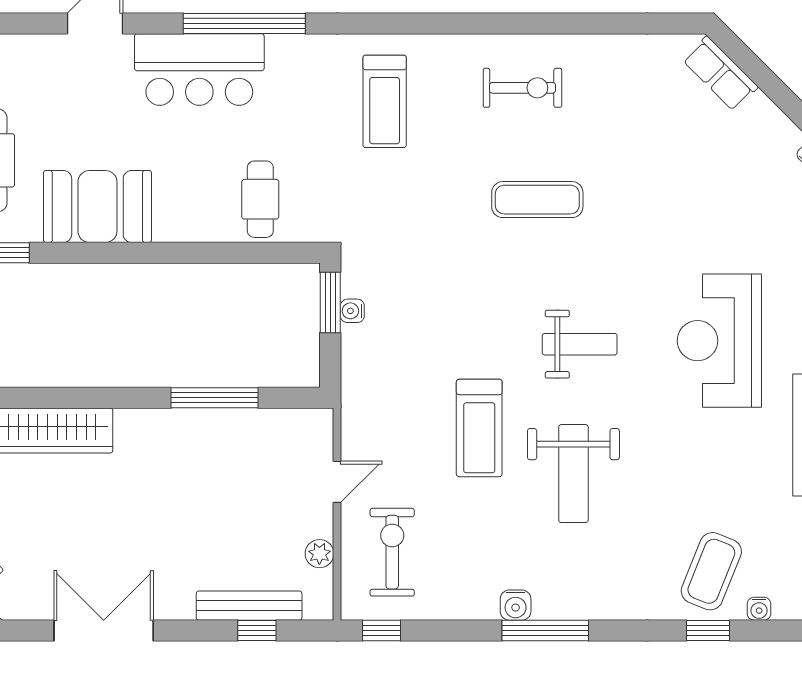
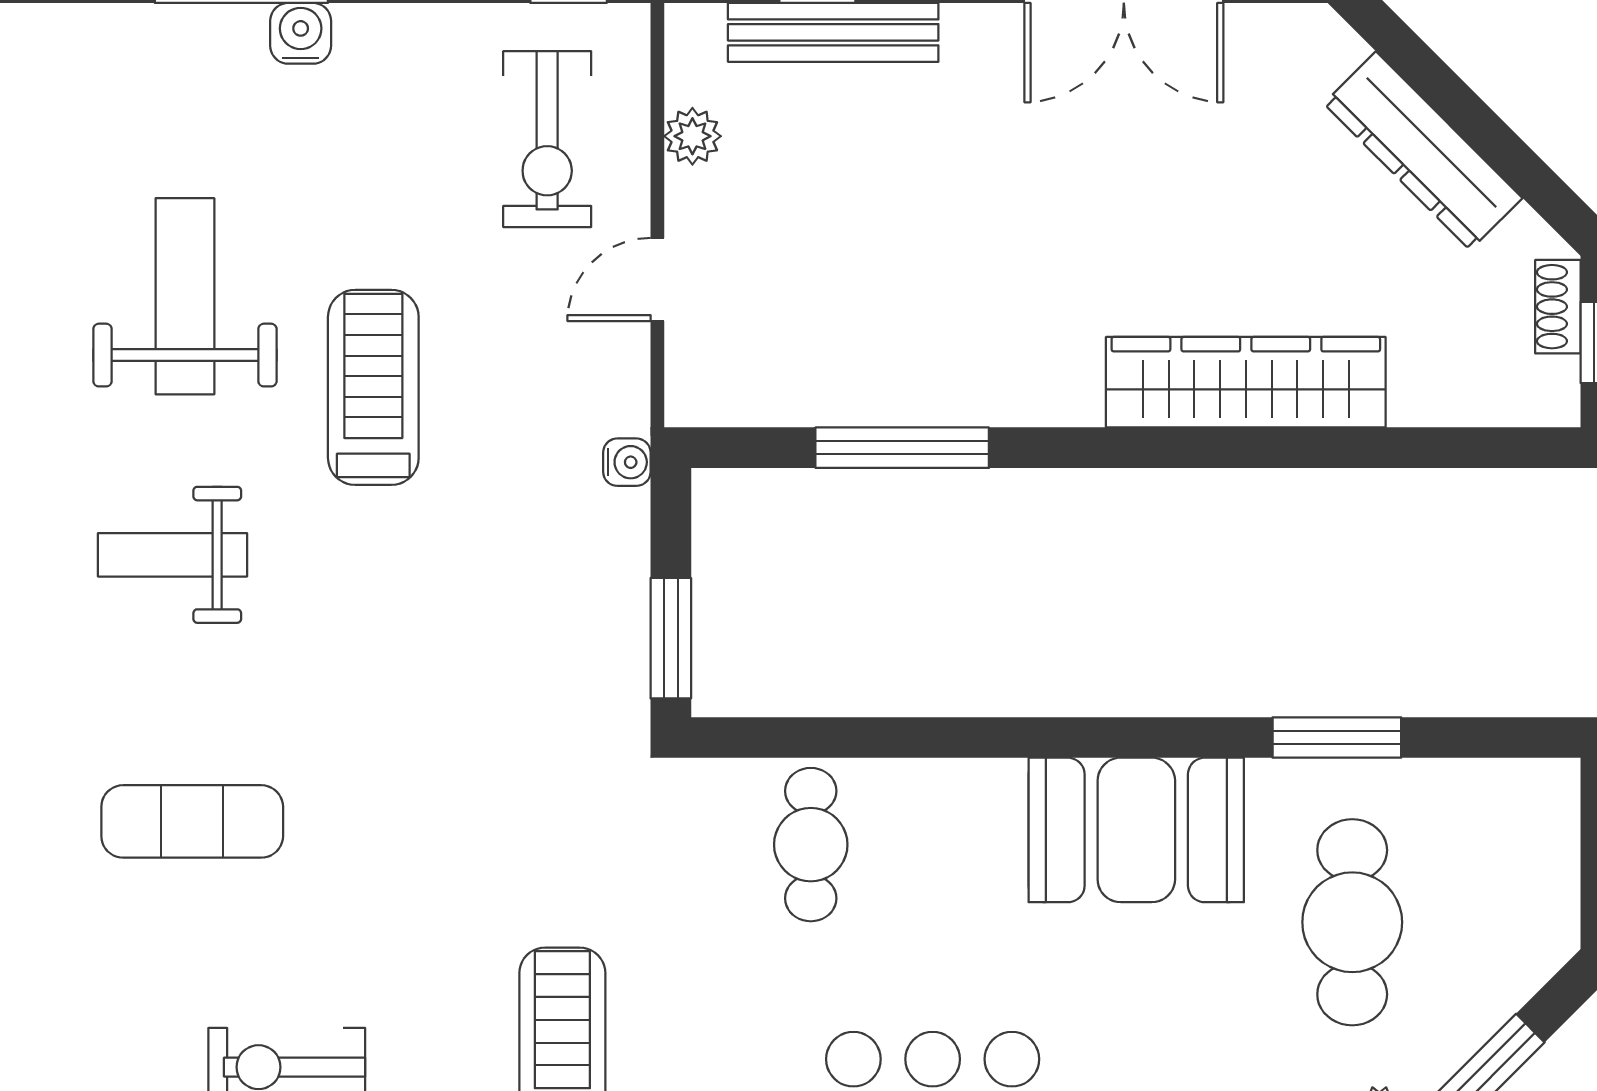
exercise mat: (537, 200) -> (192, 821), moved
water cooler: (352, 311) -> (627, 462), moved

